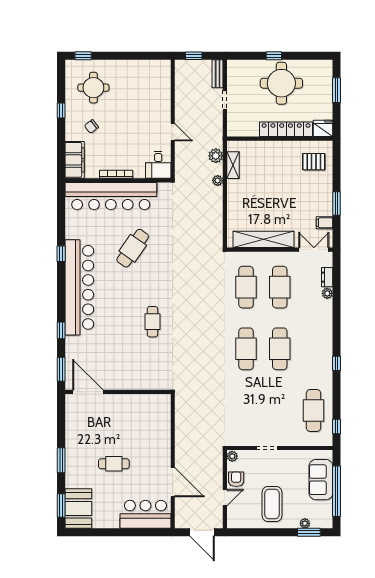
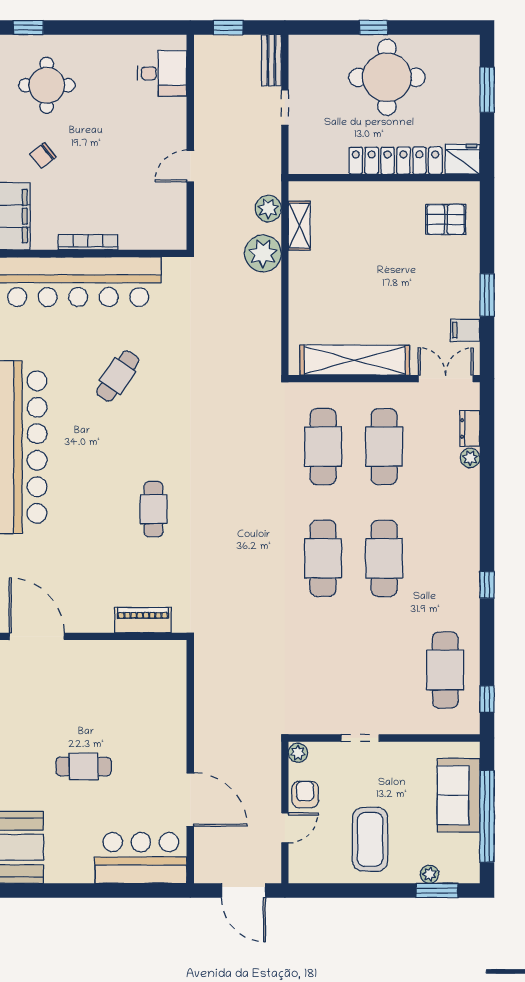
door: (173, 132) -> (190, 166), swing flipped
desk: (158, 165) -> (162, 73), moved, turned -90
plant: (218, 180) -> (263, 253), width x1.88, depth x1.88
cafe table: (133, 248) -> (118, 376), width x0.73, depth x0.74
piano: (147, 383) -> (143, 620), added

